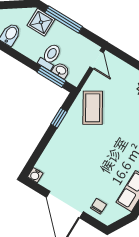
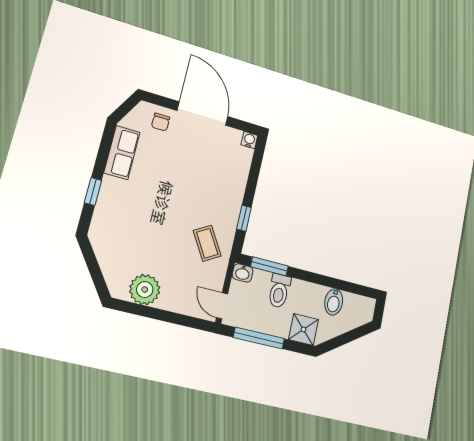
window: (64, 20) -> (259, 338), moved
washbasin: (61, 70) -> (243, 273), moved
coffee table: (93, 108) -> (207, 243), width x0.73, depth x0.77

